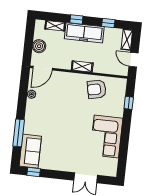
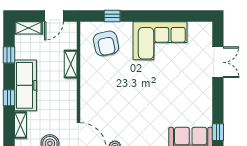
shelving: (82, 67) -> (71, 64), moved
armchair: (97, 89) -> (106, 43), moved

